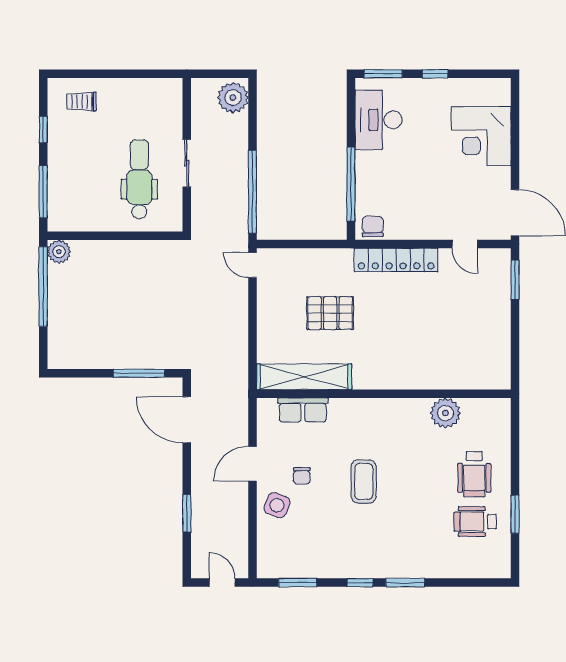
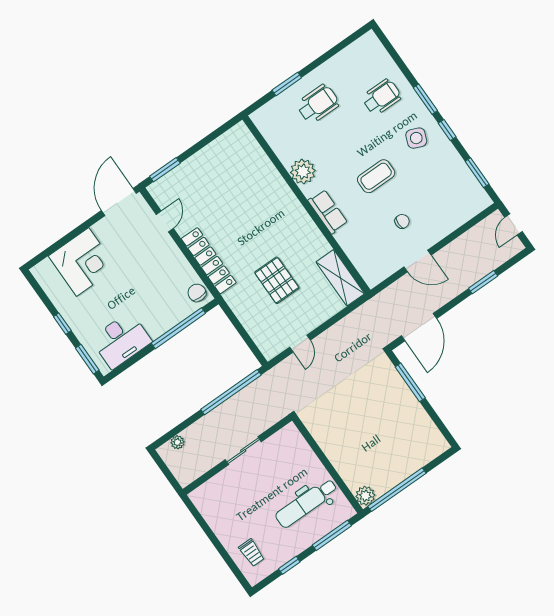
plant: (233, 98) -> (177, 442), width x0.53, depth x0.53
dental chair: (139, 179) -> (306, 503), moved
chair: (373, 226) -> (197, 293), turned 90
door: (252, 265) -> (300, 344), moved
shelving: (304, 377) -> (340, 278), width x0.68
row of seats: (303, 410) -> (328, 212), moved
plant: (445, 413) -> (303, 172), moved
side table: (277, 505) -> (416, 138), moved
window: (515, 514) -> (287, 84), moved
wheelchair: (475, 522) -> (382, 97), moved, turned -90

